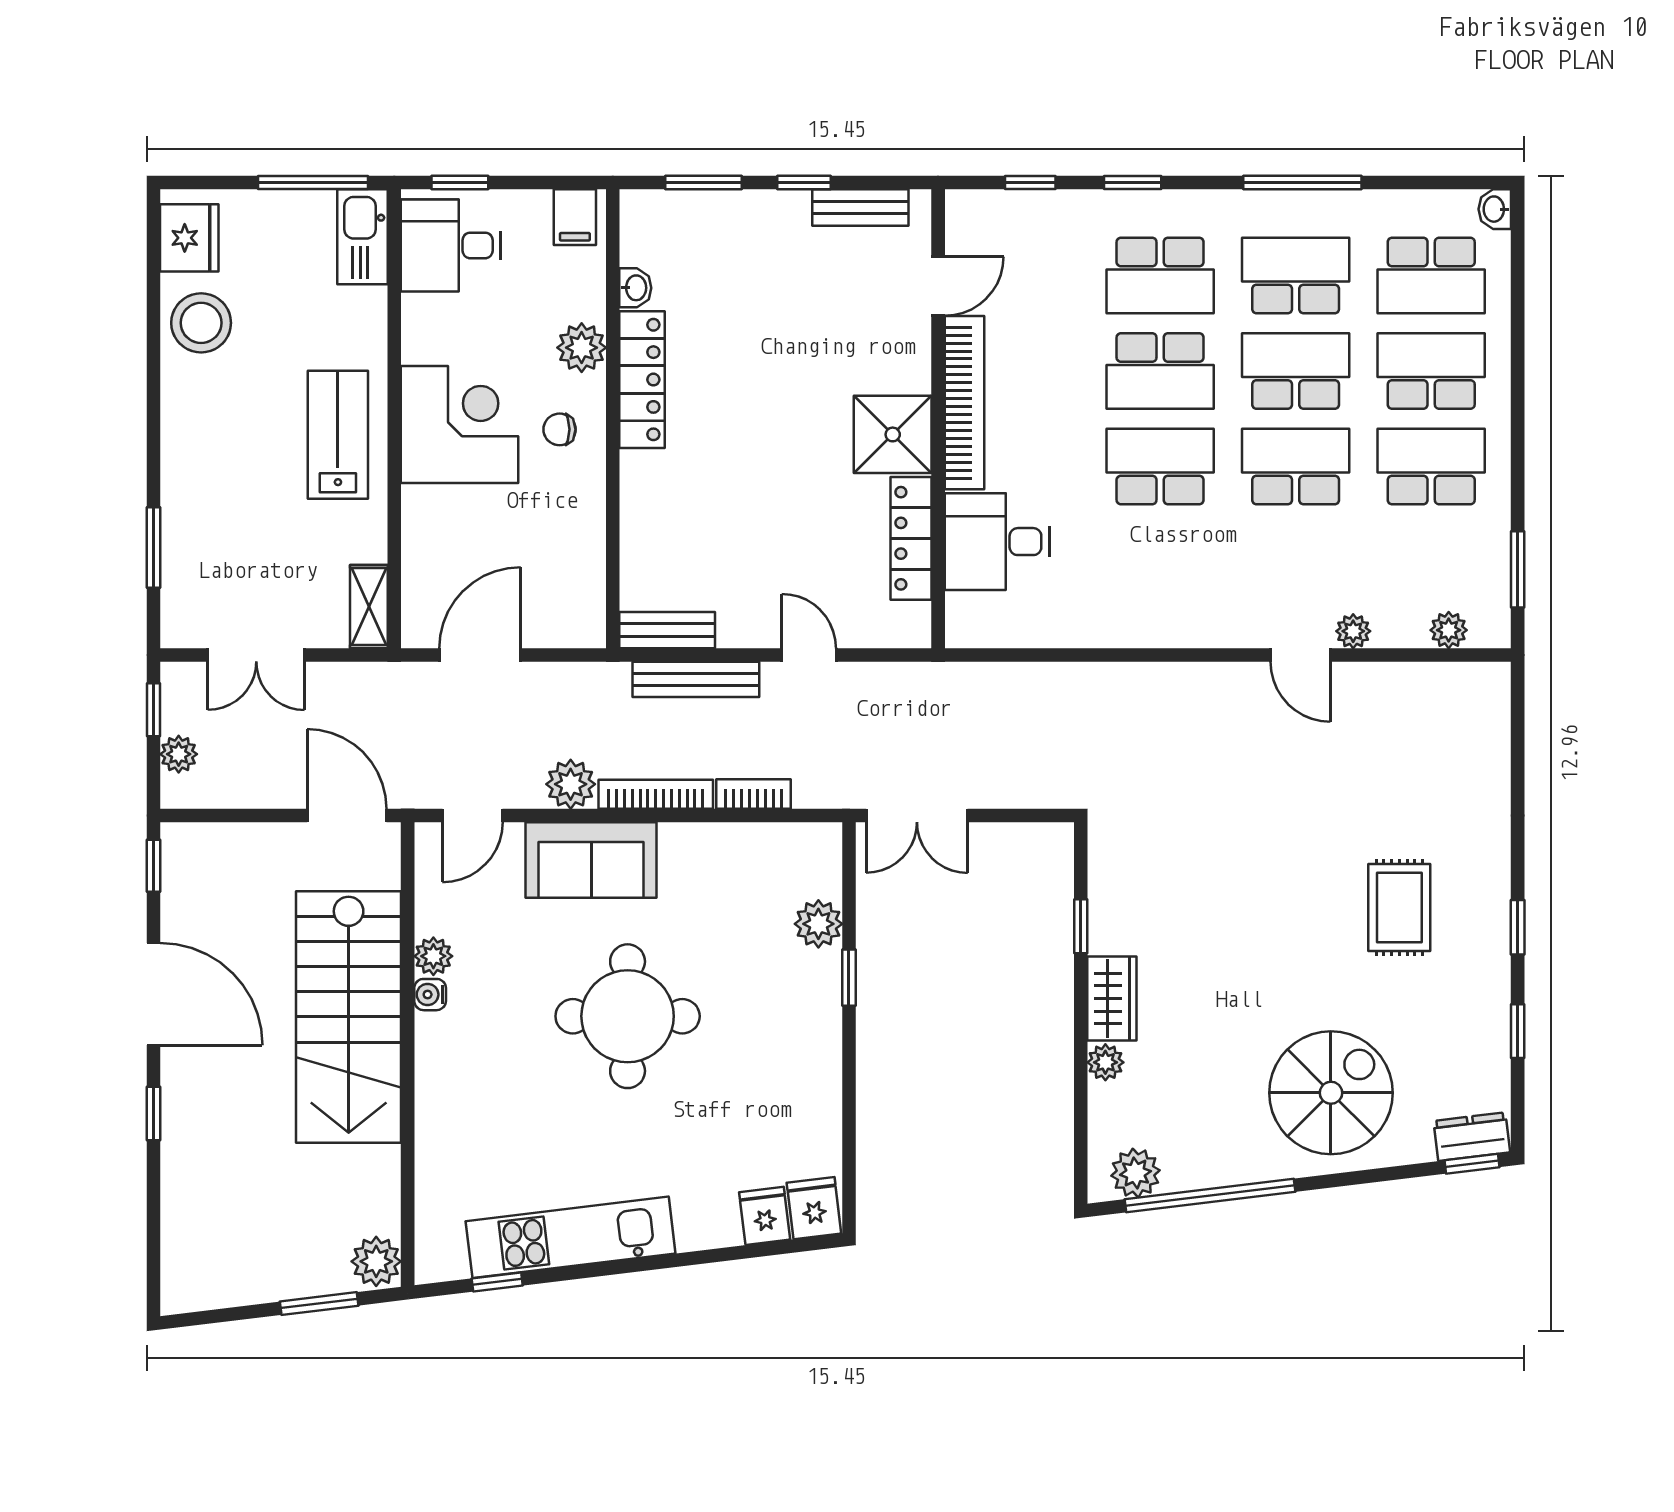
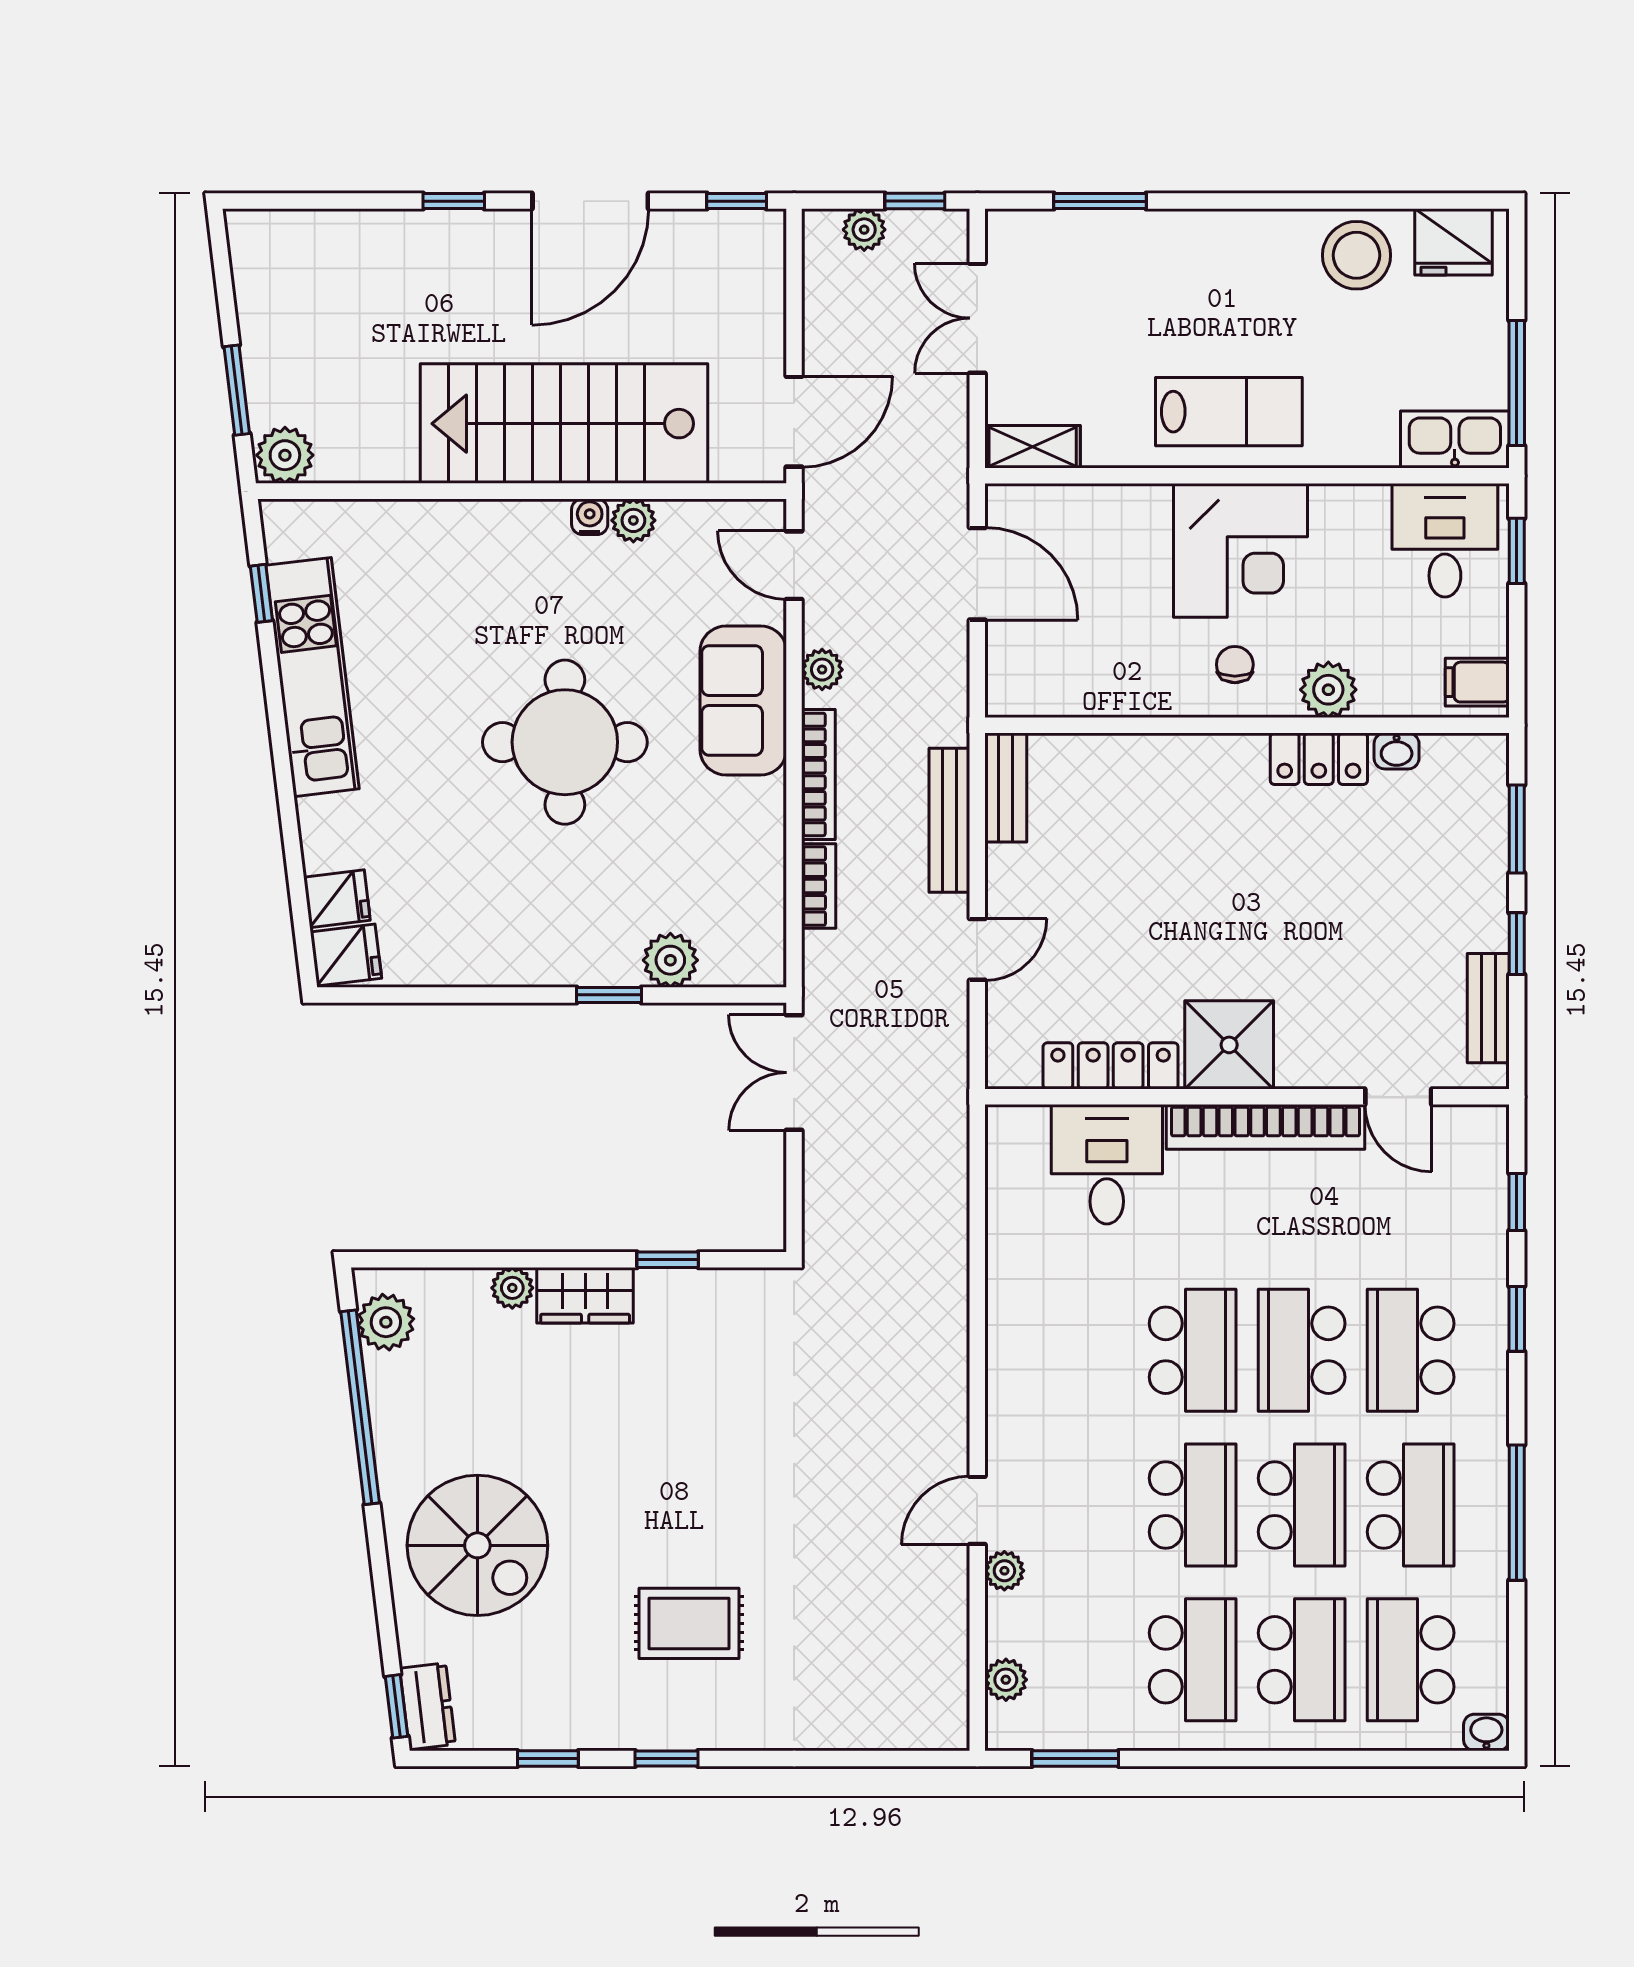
locker: (642, 380) -> (1319, 759), width x0.66
plant: (571, 784) -> (822, 670), width x0.73, depth x0.73

